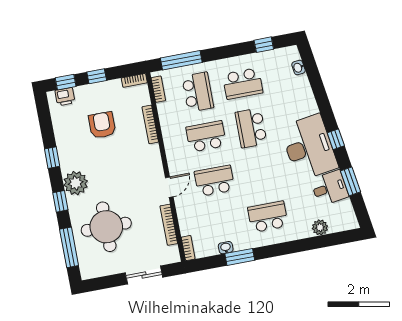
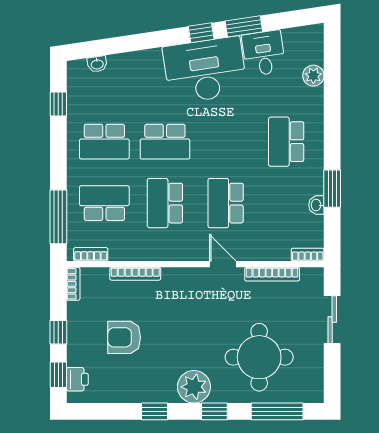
school desk: (243, 84) -> (104, 142), turned 90
window: (350, 181) -> (244, 26), moved

